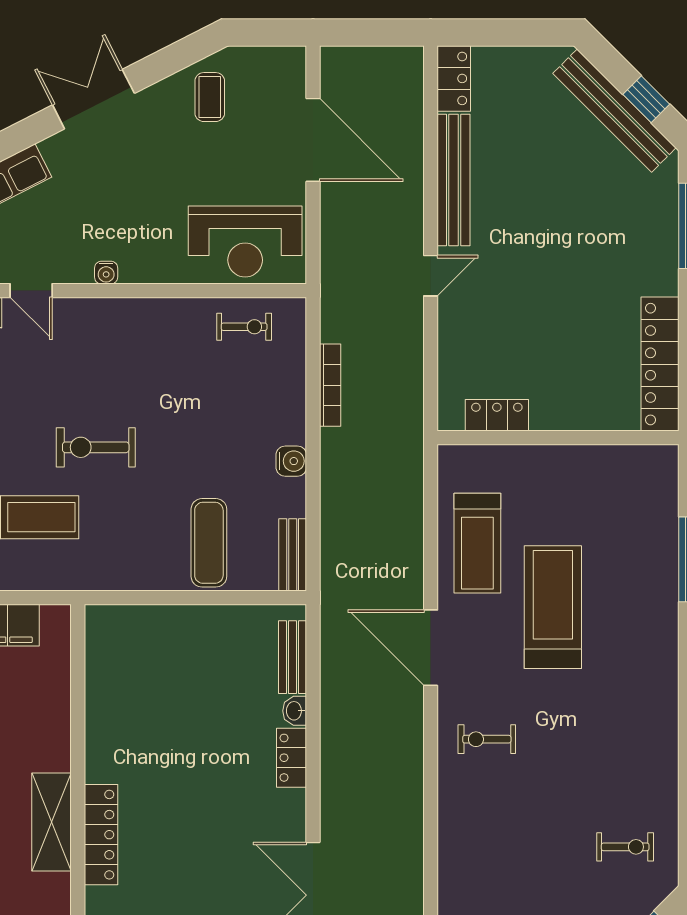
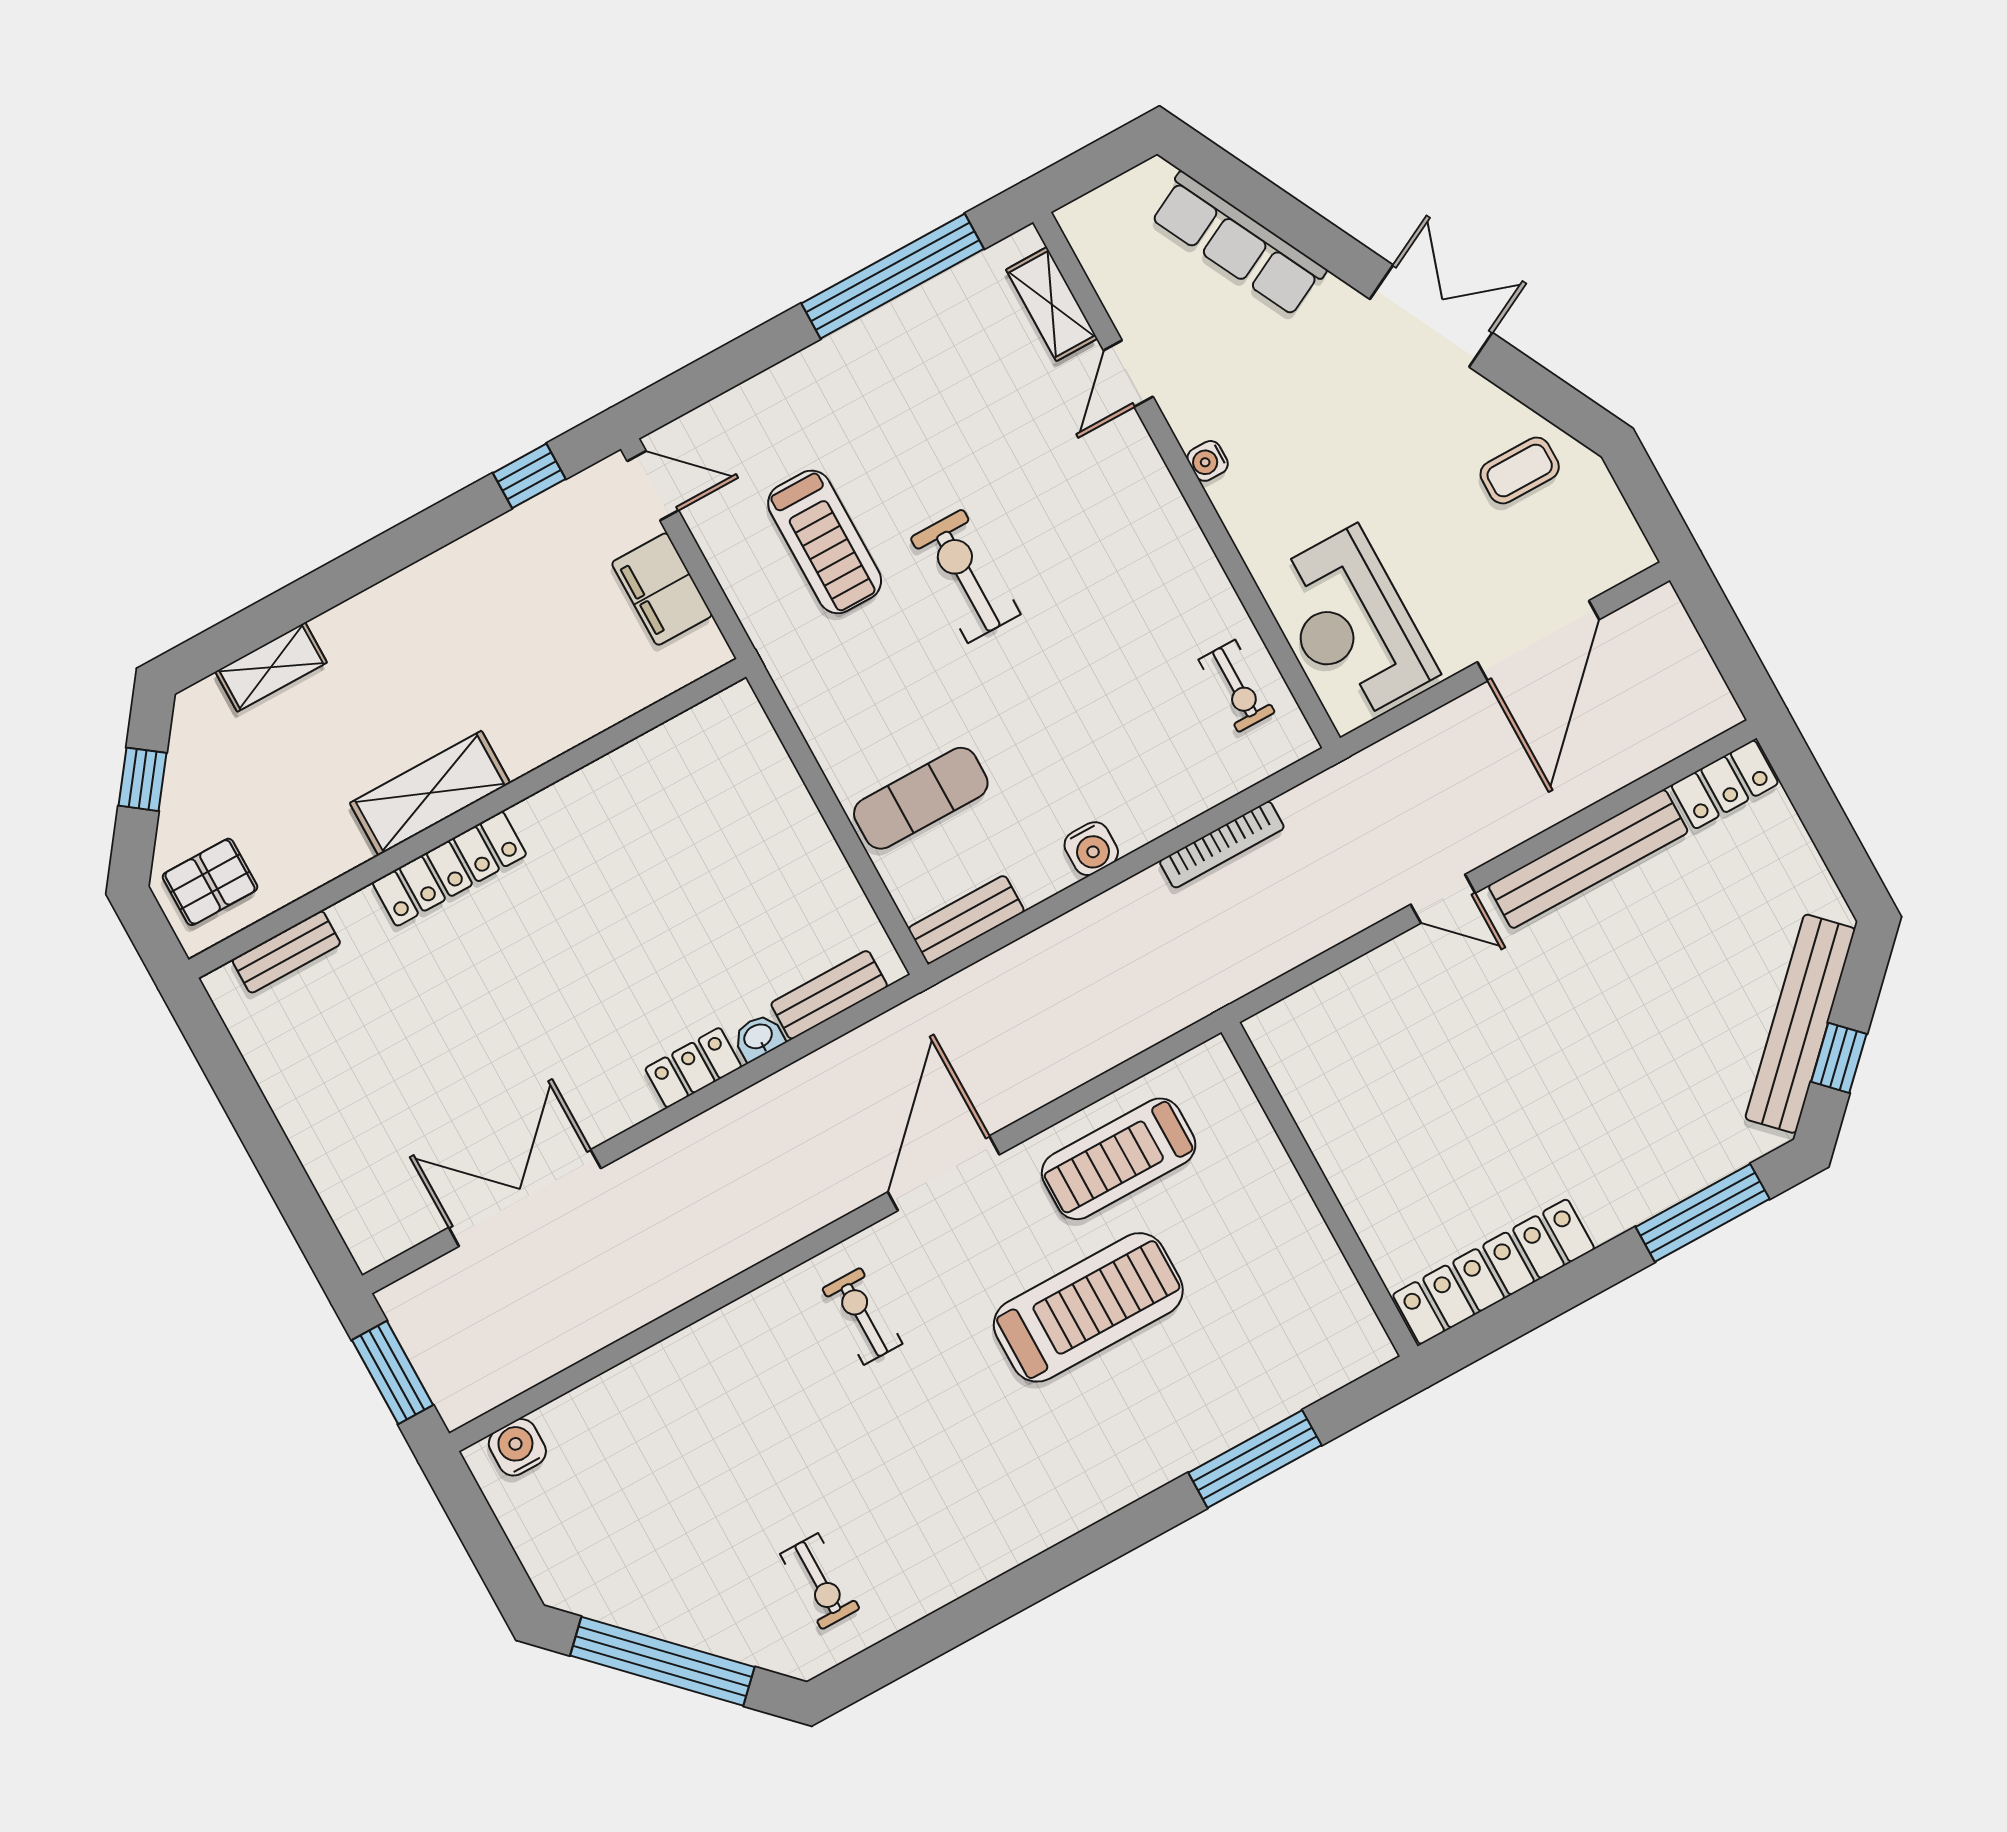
locker: (497, 415) -> (1305, 1091), removed

